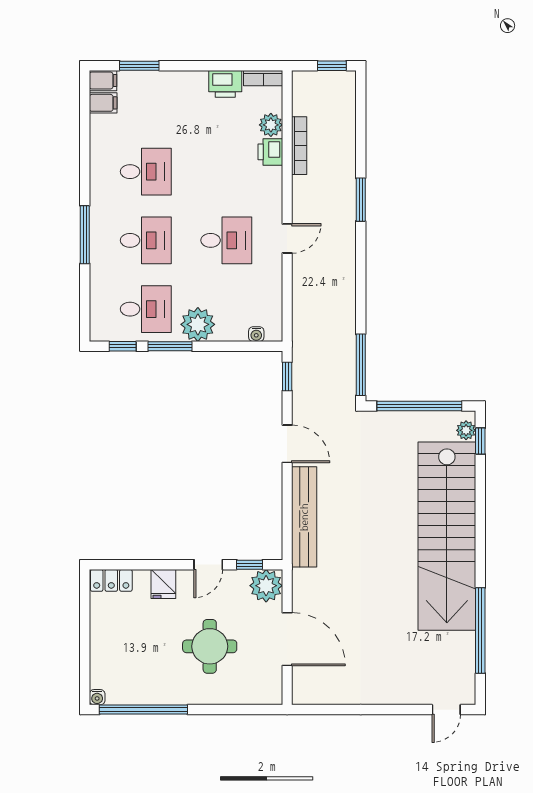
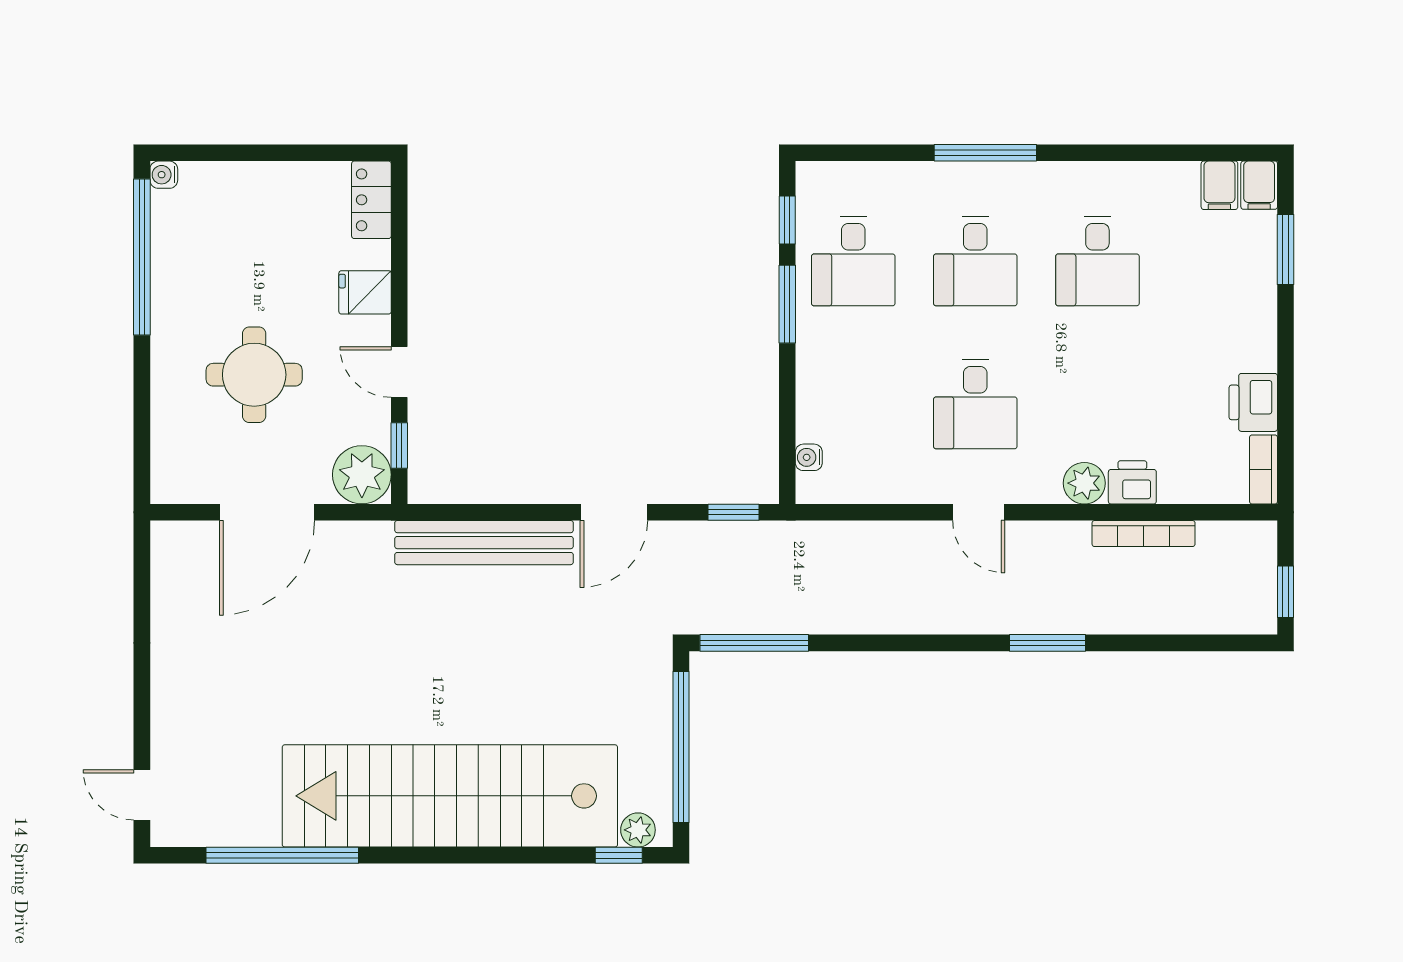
plant: (271, 125) -> (1084, 483), moved
plant: (198, 324) -> (826, 354), removed

